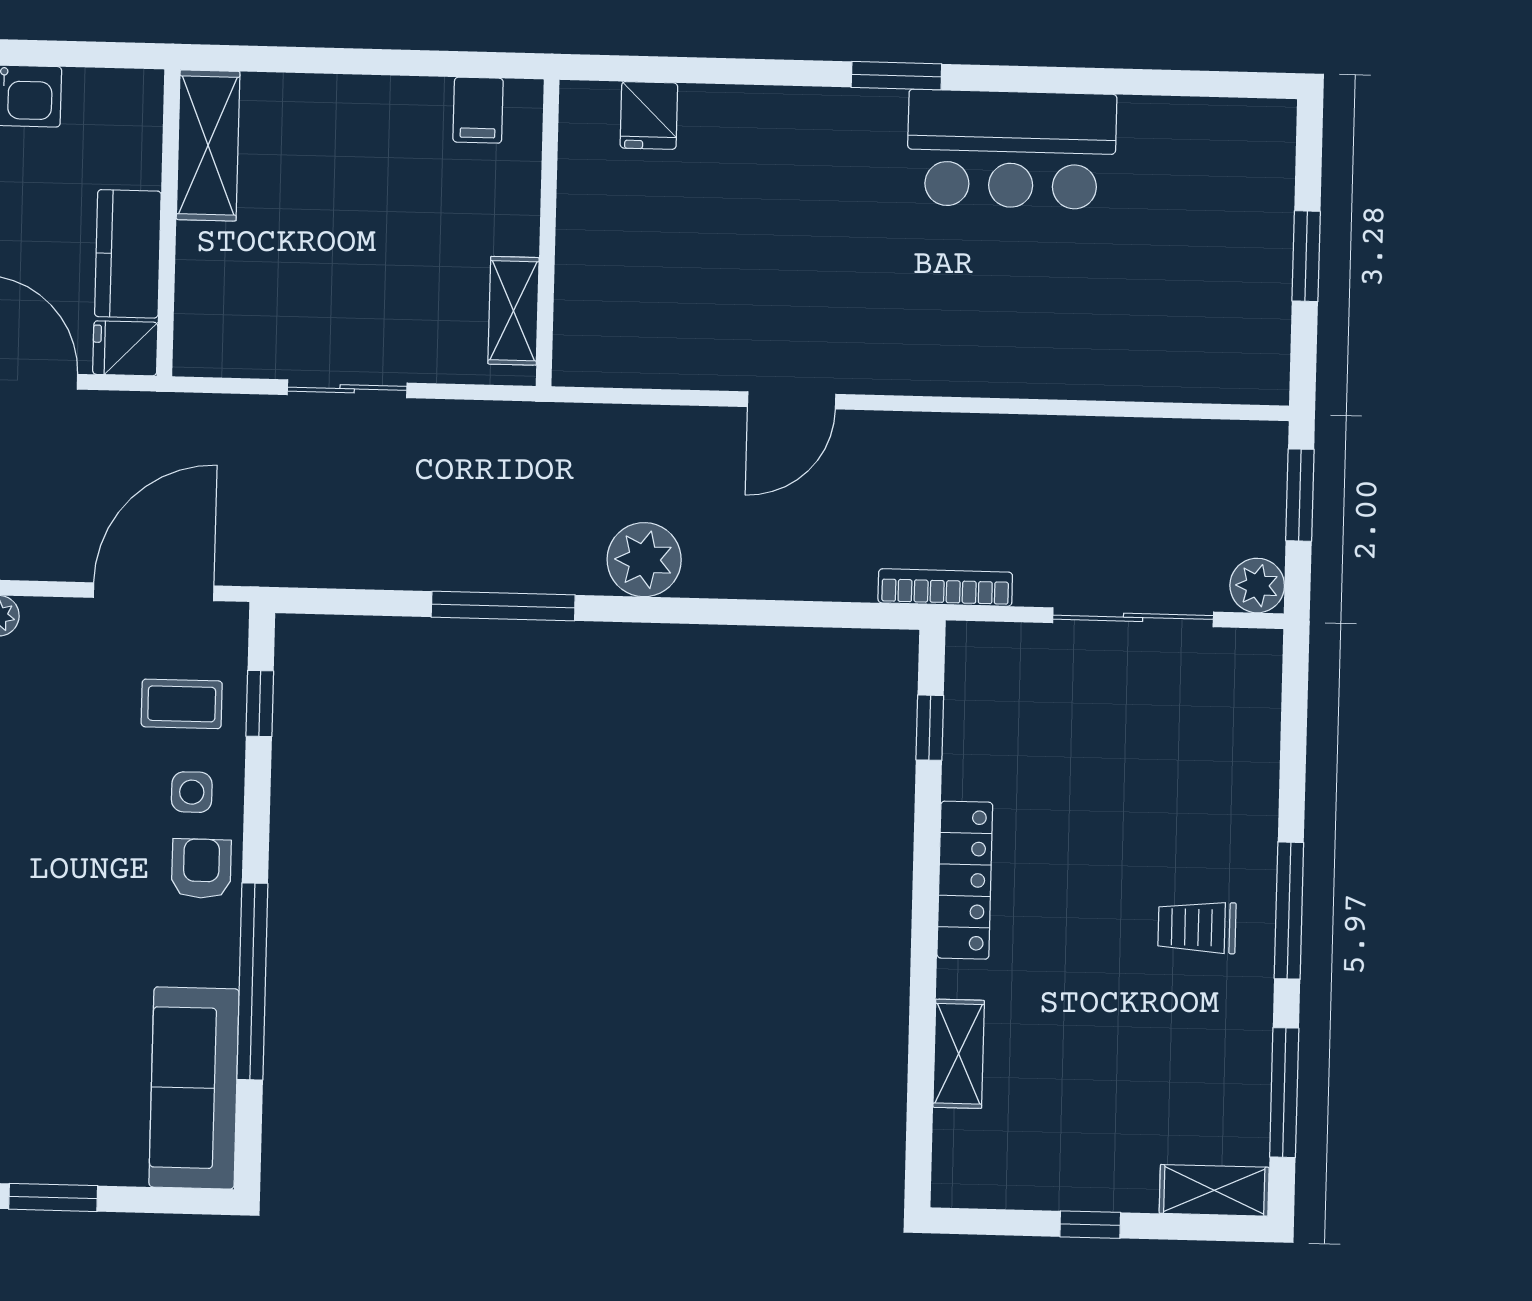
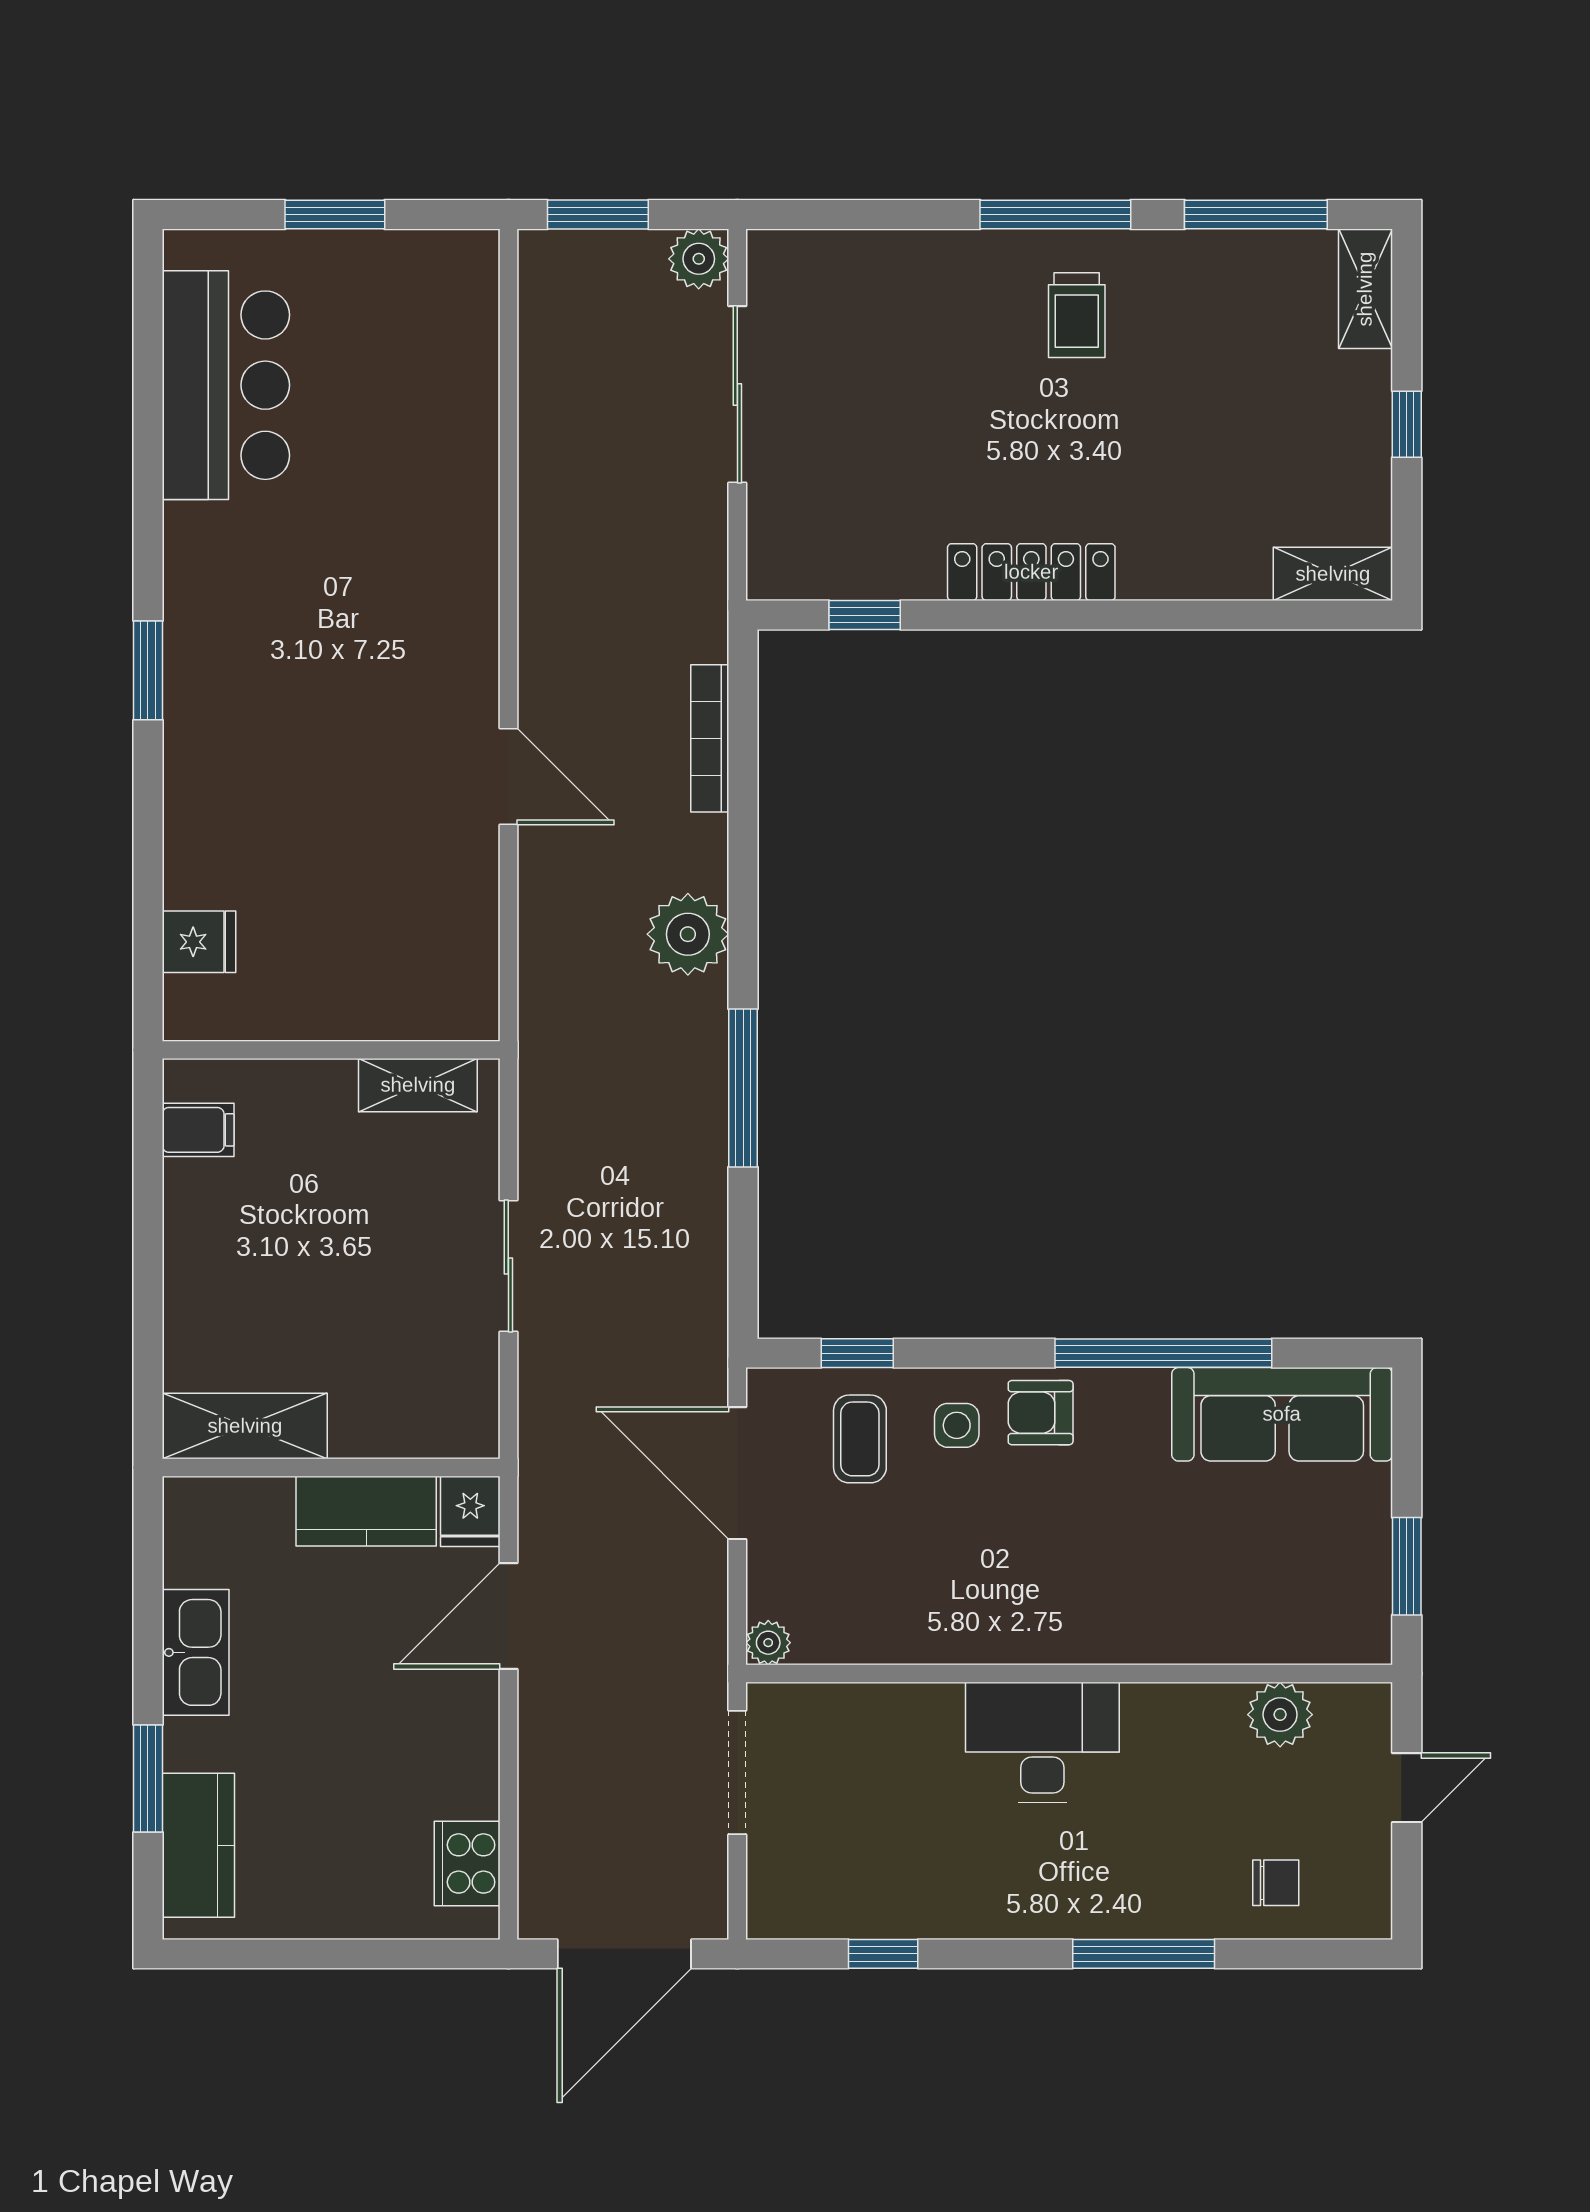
bar counter: (1012, 149) -> (226, 385), moved
bookcase: (945, 587) -> (710, 738), moved
shelving: (959, 1054) -> (1333, 574), moved

